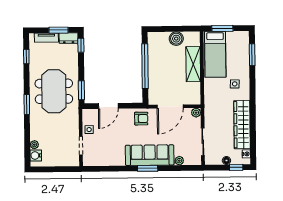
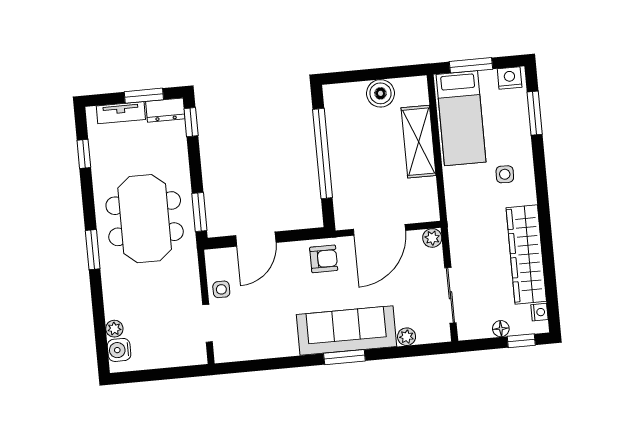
nightstand: (241, 36) -> (510, 78), added

